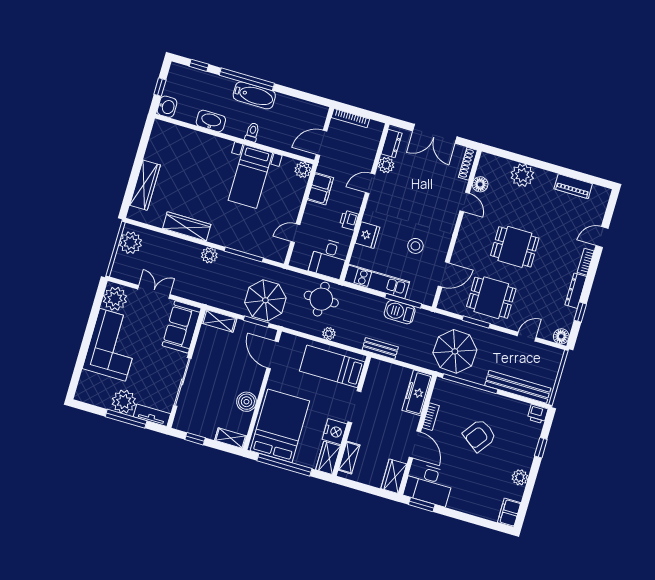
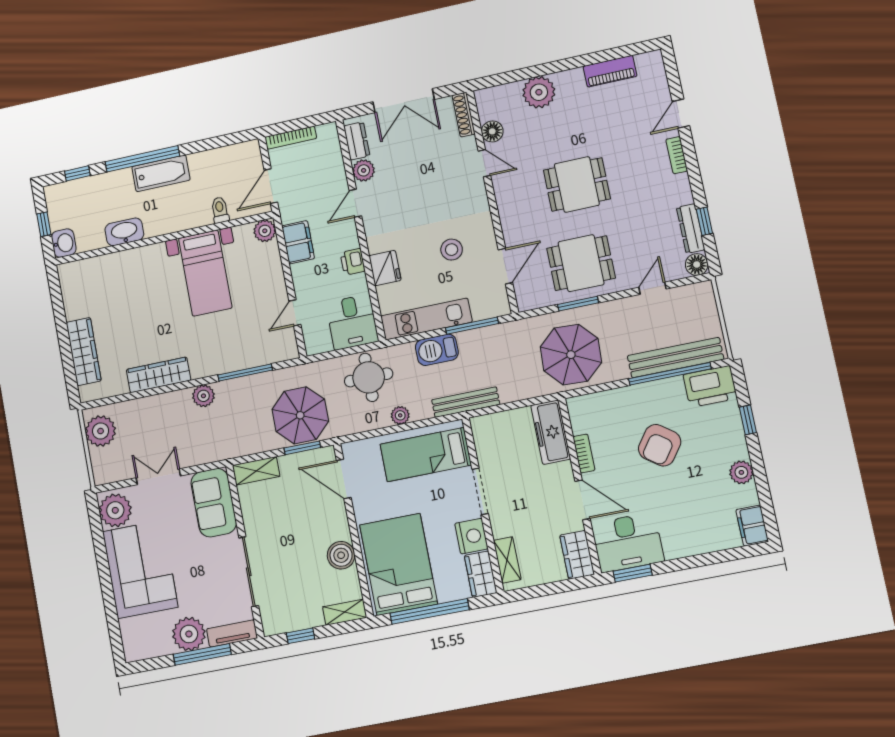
toilet: (252, 132) -> (220, 210), moved
dresser: (576, 291) -> (691, 229), moved
barbecue: (400, 312) -> (437, 350), moved
bench: (380, 348) -> (466, 402), width x1.36
window: (470, 384) -> (670, 374), moved
printer: (538, 414) -> (710, 386), width x1.87, depth x1.48

